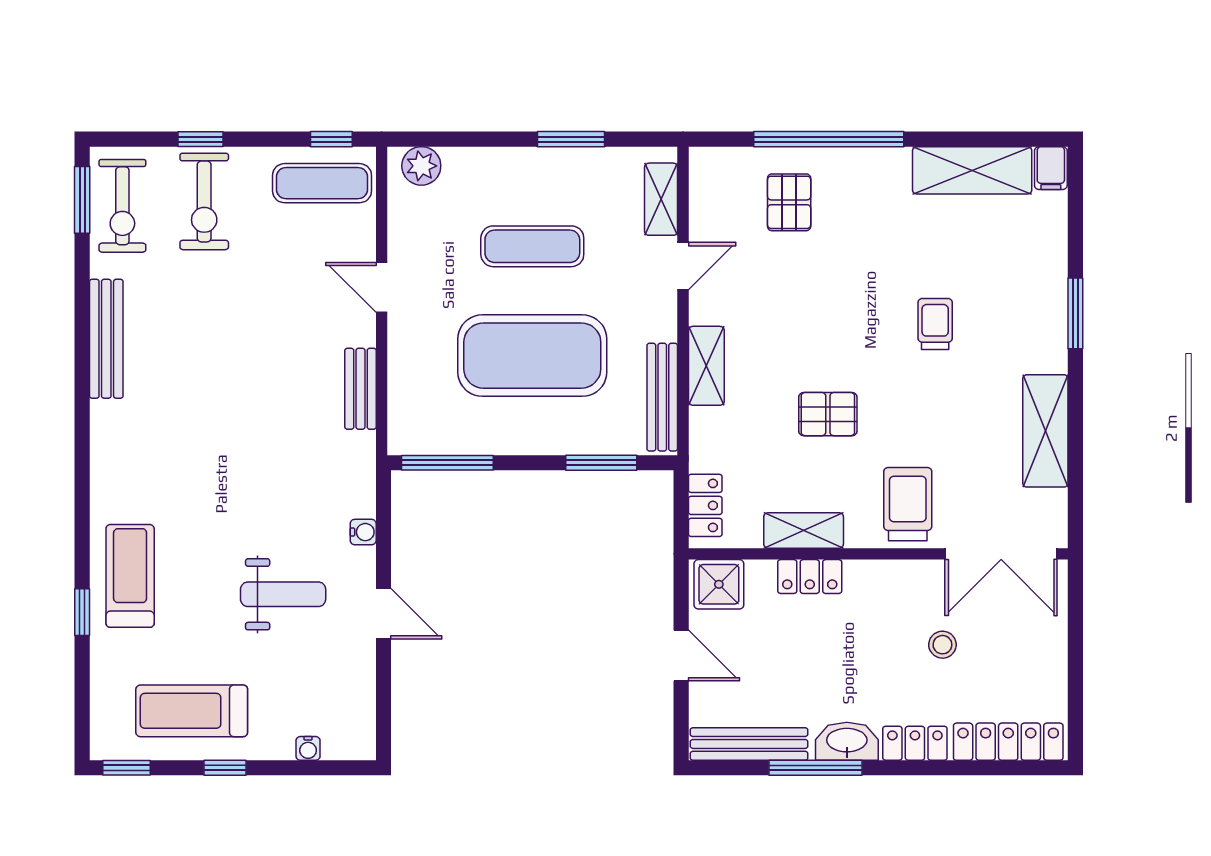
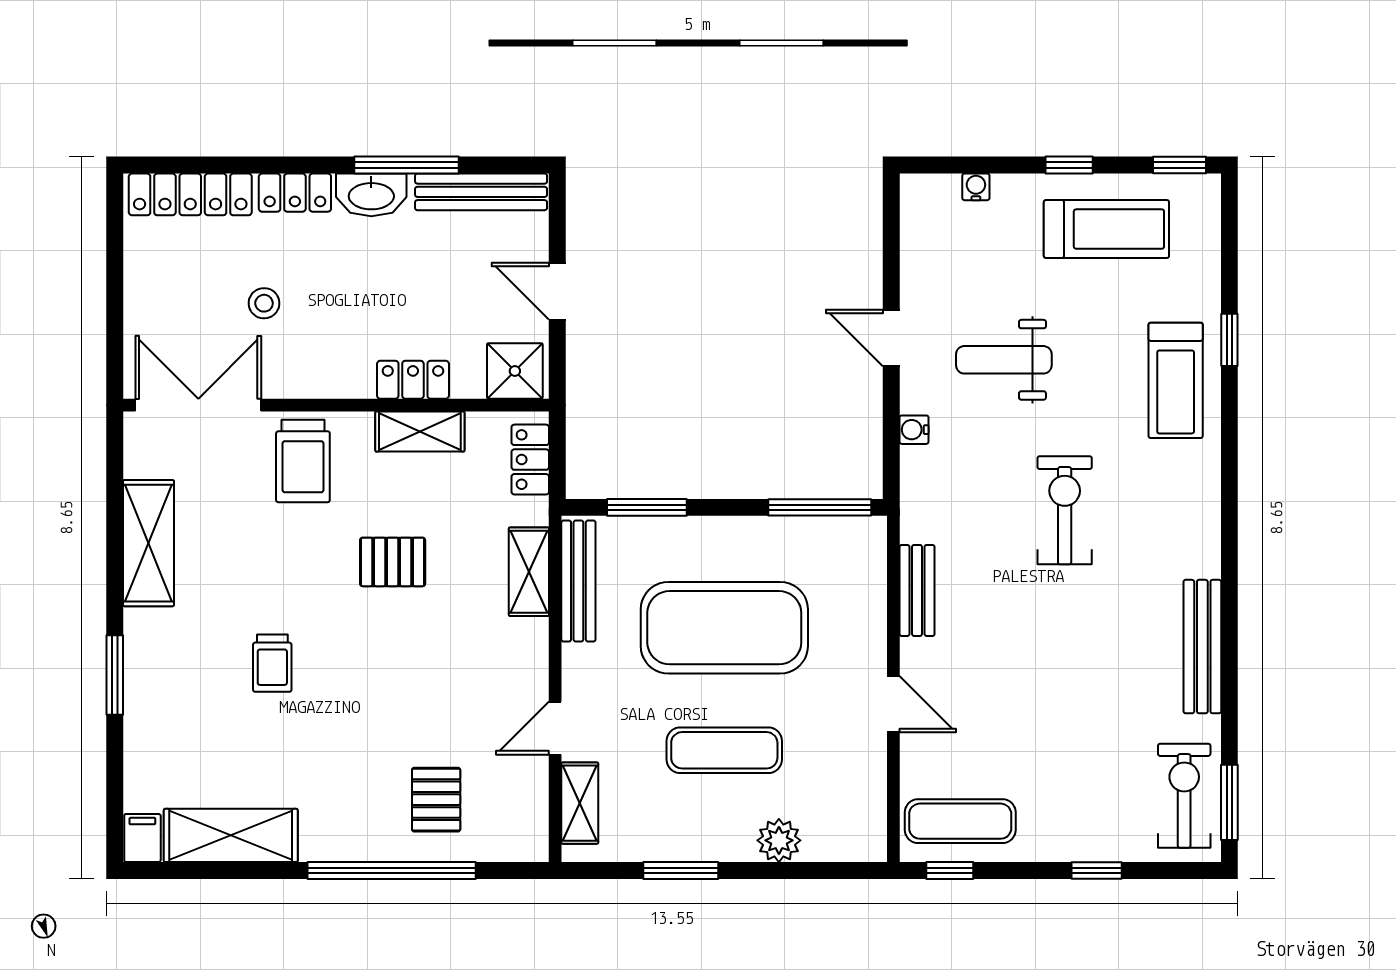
plant: (421, 166) -> (779, 840), moved
exercise bike: (204, 201) -> (1065, 510), moved
shelving: (706, 366) -> (529, 572), moved

